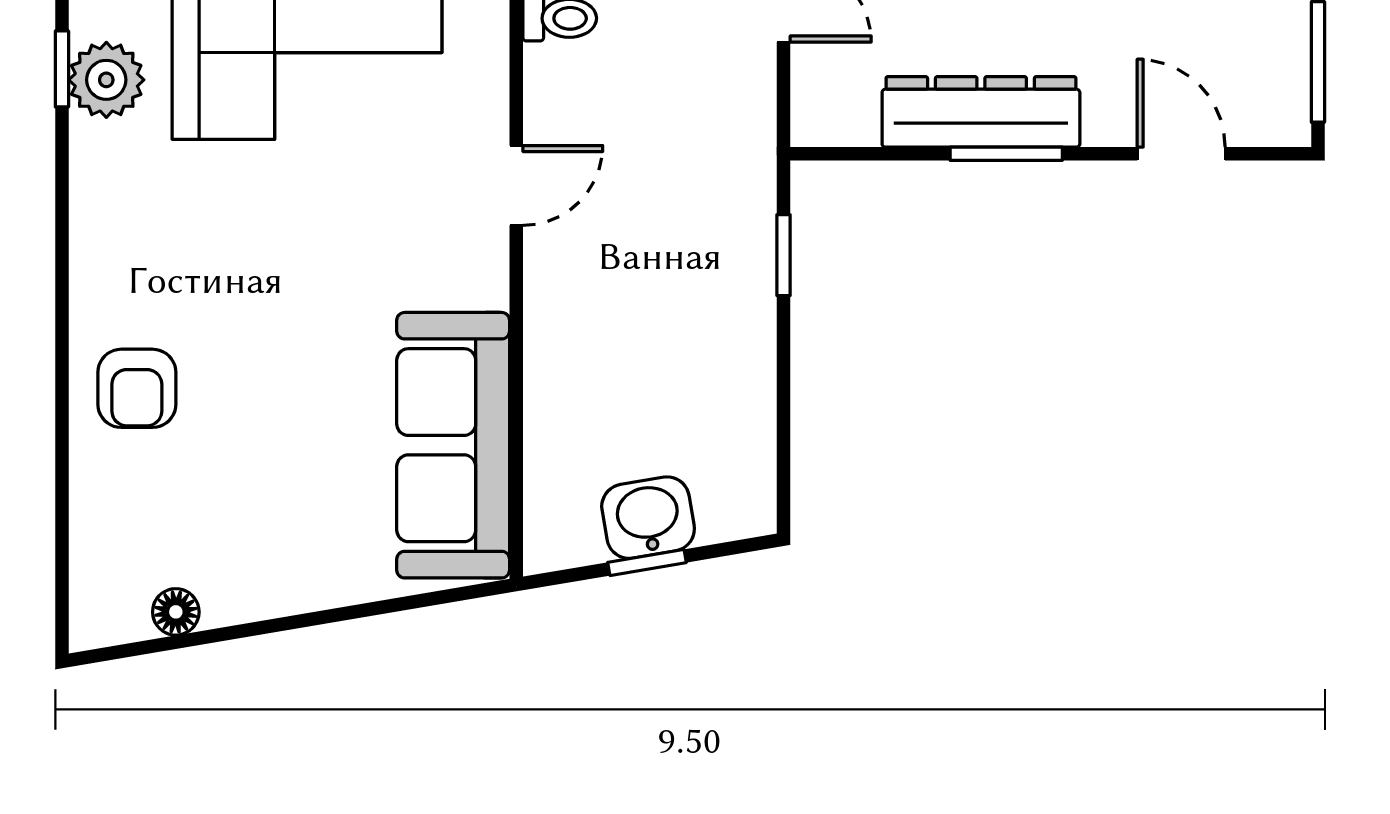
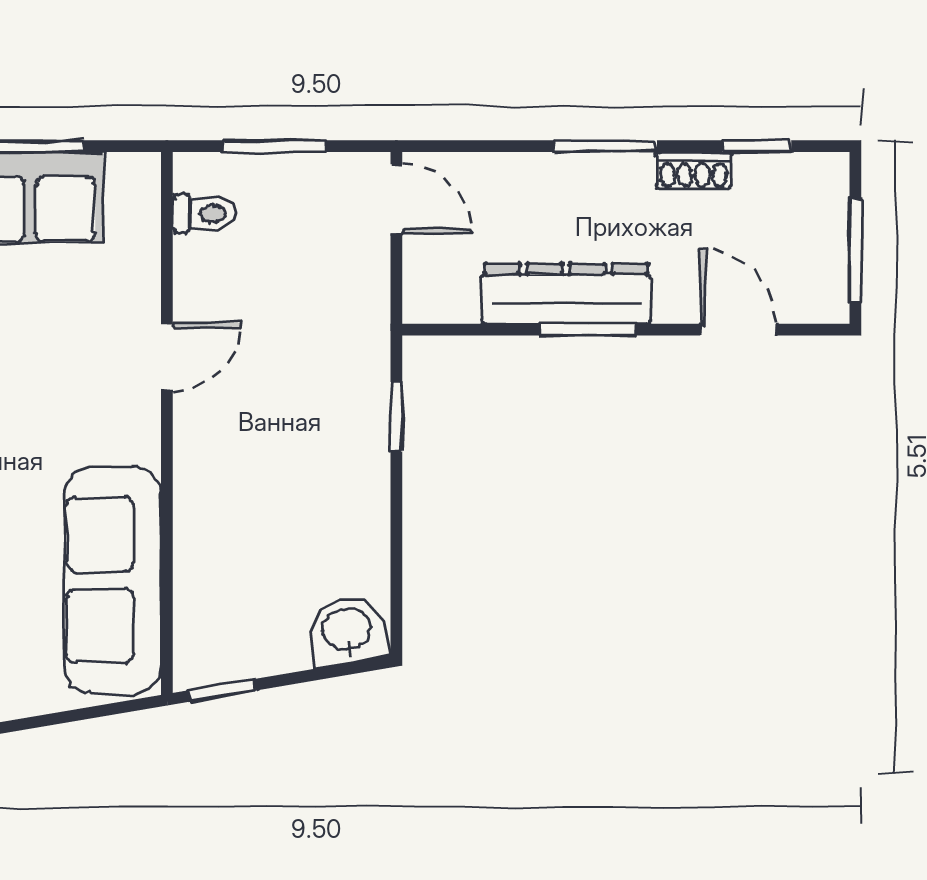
washbasin: (648, 518) -> (347, 631), moved
window: (647, 562) -> (222, 690), moved

